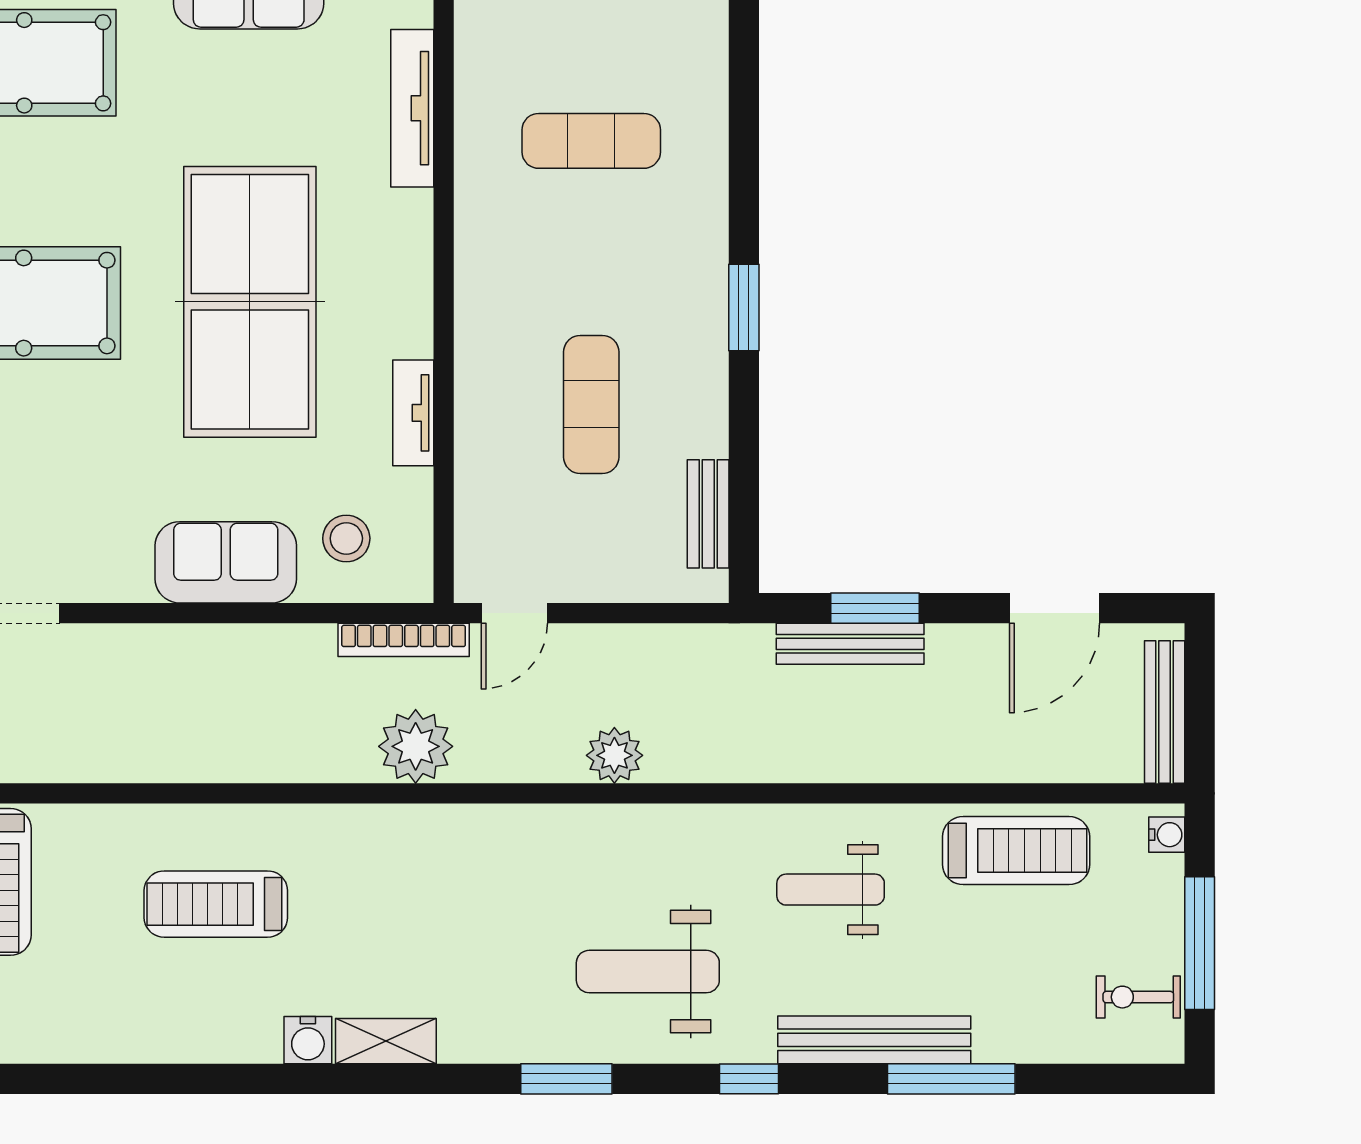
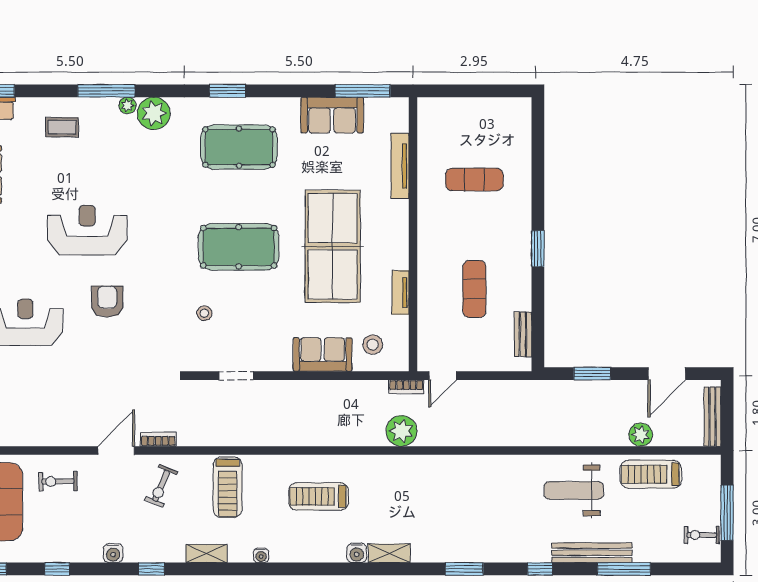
bookcase: (404, 640) -> (406, 387), width x0.64
bench: (850, 644) -> (582, 388), removed
plant: (614, 755) -> (641, 435), moved
water cooler: (1167, 835) -> (261, 555), moved, turned 90
treadmill: (1016, 851) -> (651, 474), turned 180
weight bench: (831, 890) -> (574, 490), width x1.36, depth x1.33
weight bench: (648, 972) -> (498, 524), removed

